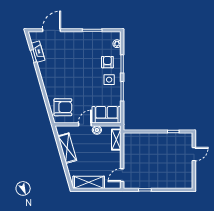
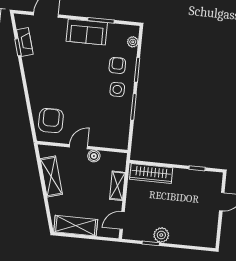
armchair: (63, 107) -> (51, 120), turned -90
sofa: (107, 115) -> (87, 32), moved, turned 180
wardrobe: (140, 139) -> (151, 173), added
shelving: (116, 140) -> (117, 186), moved
plant: (152, 183) -> (161, 235), added

